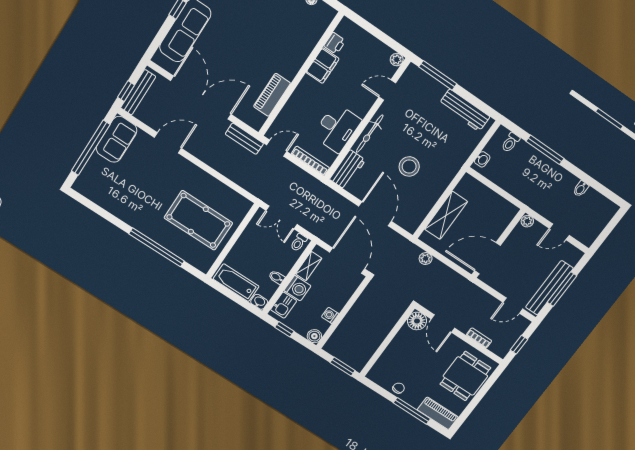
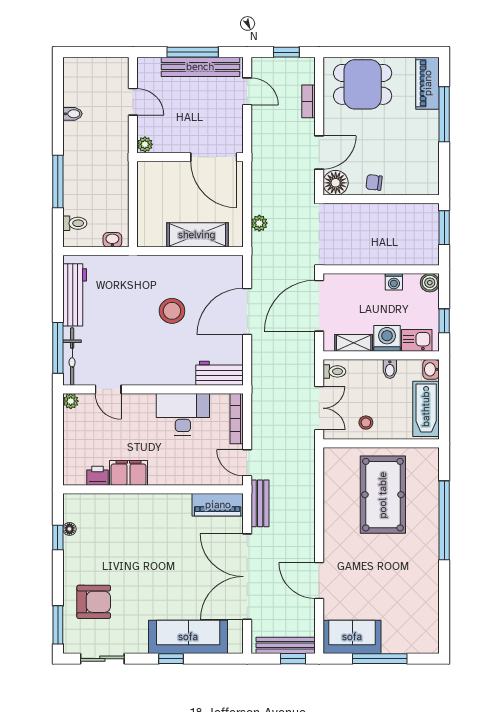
piano: (272, 95) -> (218, 505), moved
bicycle: (370, 134) -> (72, 357), moved, turned 90
window: (91, 148) -> (380, 659), width x0.68
stool: (252, 240) -> (366, 423), added
chair: (399, 388) -> (374, 182), moved

